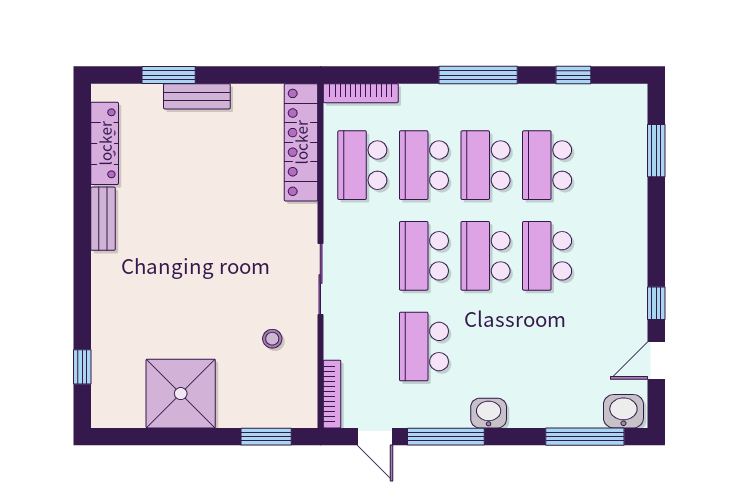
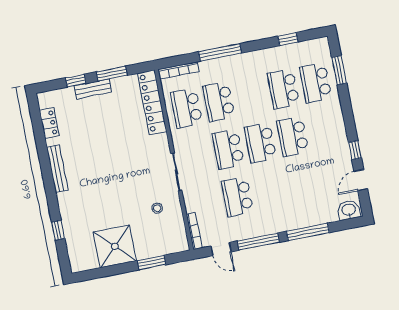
window: (169, 75) -> (76, 81), width x0.67
window: (237, 75) -> (112, 74), added
window: (478, 75) -> (220, 52), moved
locker: (105, 143) -> (49, 123), width x0.66
school desk: (485, 165) -> (316, 83), moved
bench: (103, 219) -> (57, 169), width x1.36
window: (82, 367) -> (58, 230), moved
washbasin: (489, 413) -> (278, 225), removed
window: (266, 437) -> (152, 263), moved
window: (585, 437) -> (308, 232), moved

